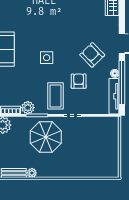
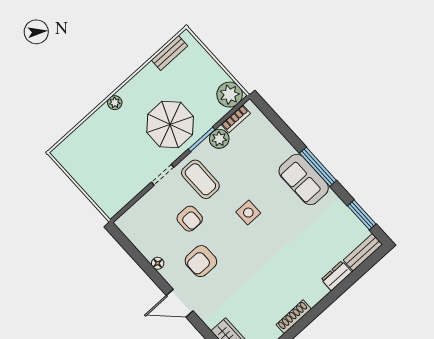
armchair: (92, 55) -> (201, 261), turned 134
window: (122, 82) -> (141, 260), removed
tv unit: (114, 96) -> (136, 237), removed
plant: (32, 173) -> (115, 103), moved

